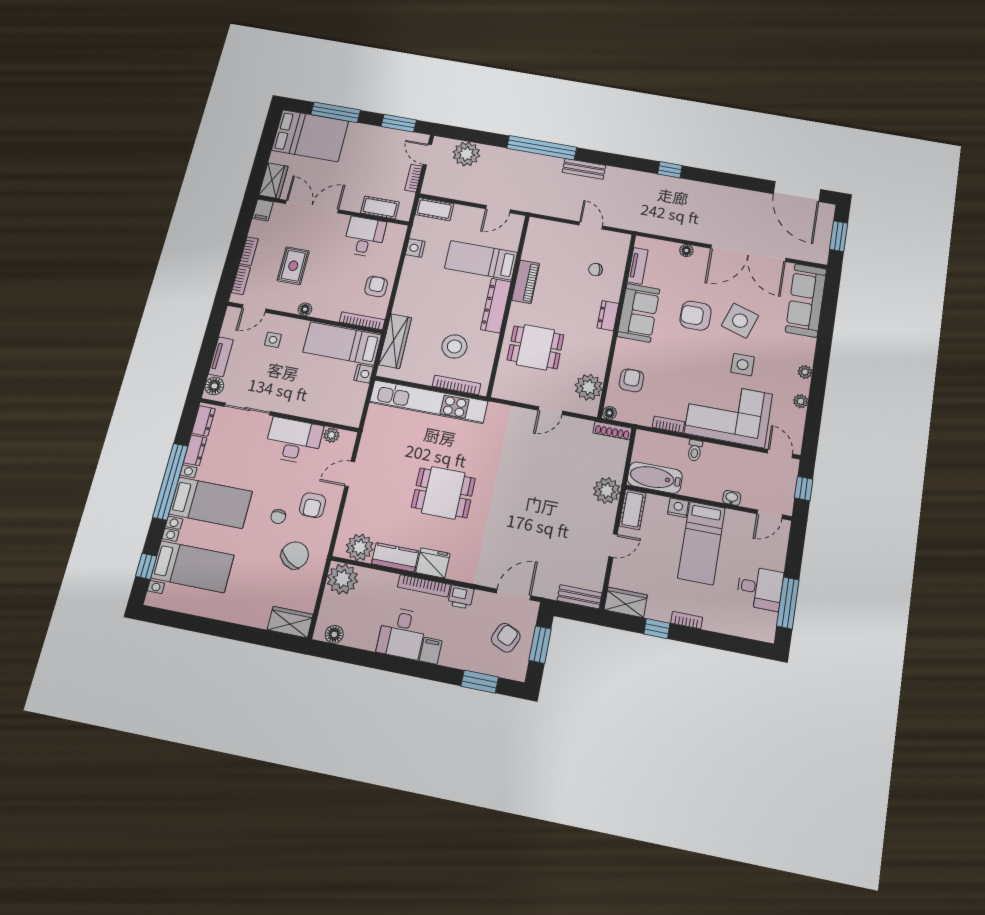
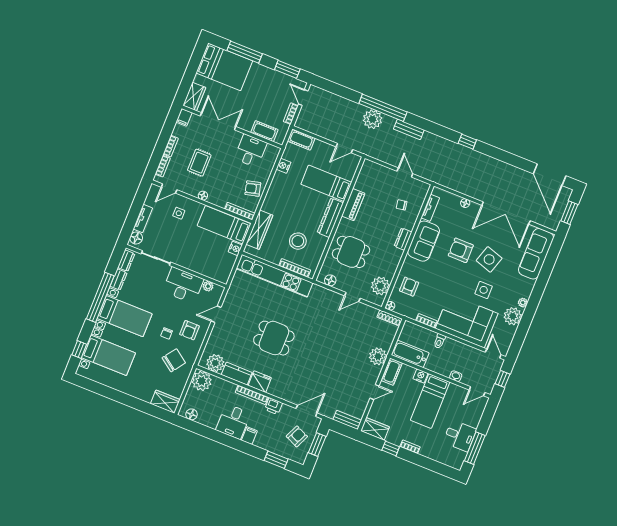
plant: (466, 154) -> (373, 119), moved
armchair: (376, 287) -> (253, 189), turned -105
floor lamp: (513, 393) -> (330, 280), added
plant: (801, 401) -> (513, 316), width x1.87, depth x1.87

